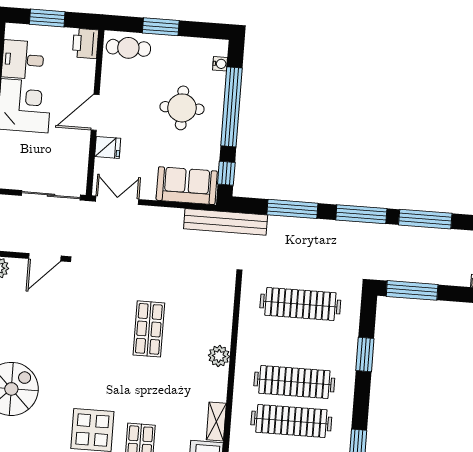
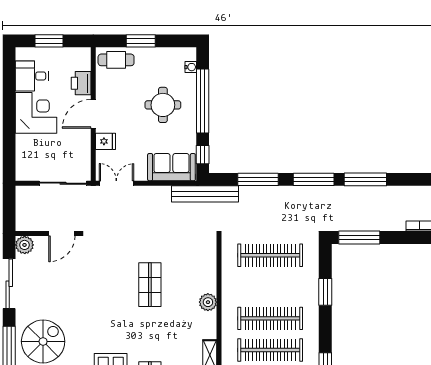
printer: (85, 43) -> (81, 83), moved

